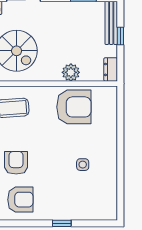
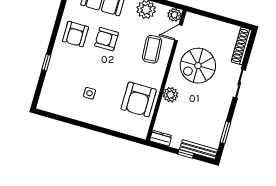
plant: (71, 72) -> (170, 95), moved
armchair: (16, 163) -> (106, 39), turned 180

